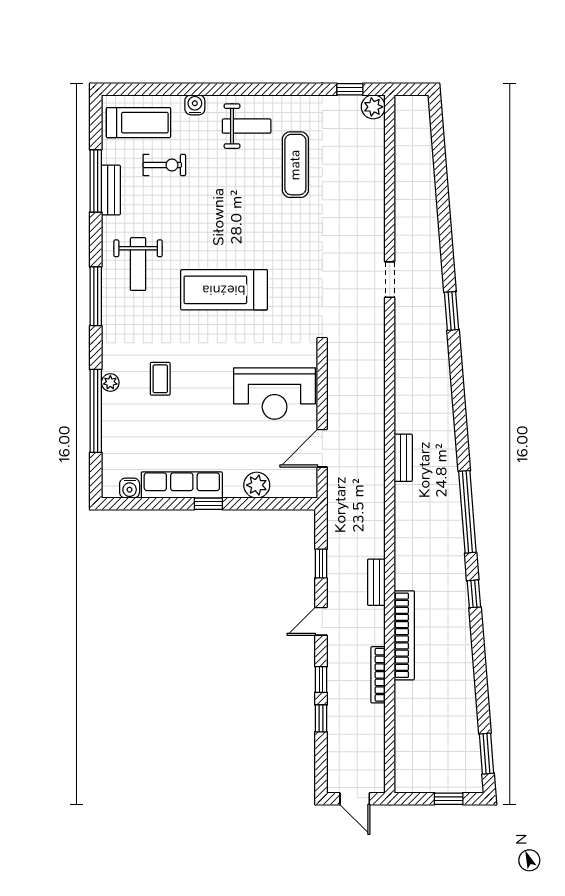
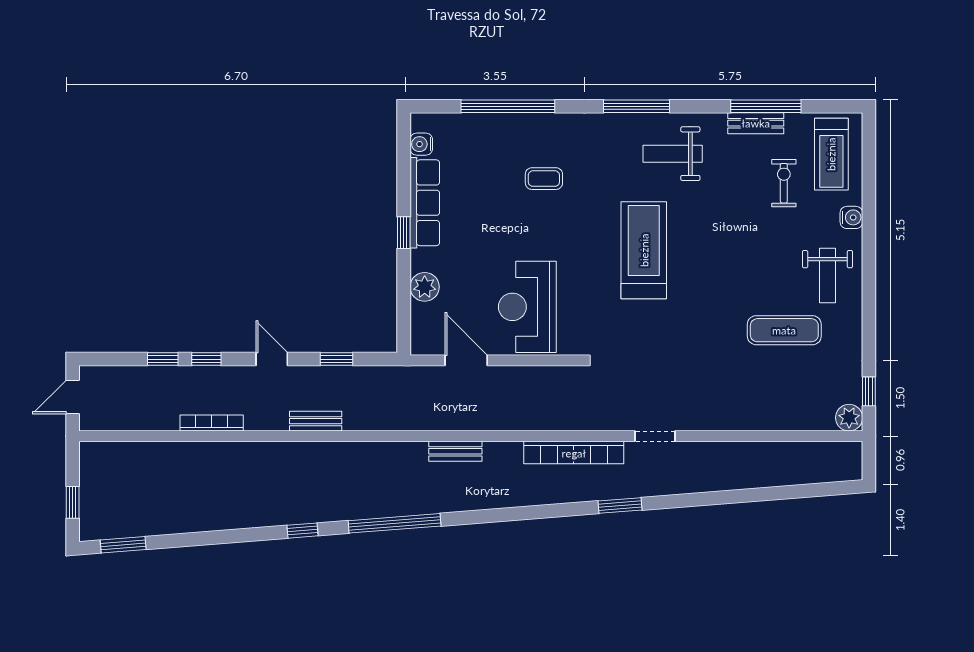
exercise bike: (164, 165) -> (784, 183), turned 180
plant: (110, 383) -> (540, 122), removed
bookcase: (404, 635) -> (574, 453), moved

